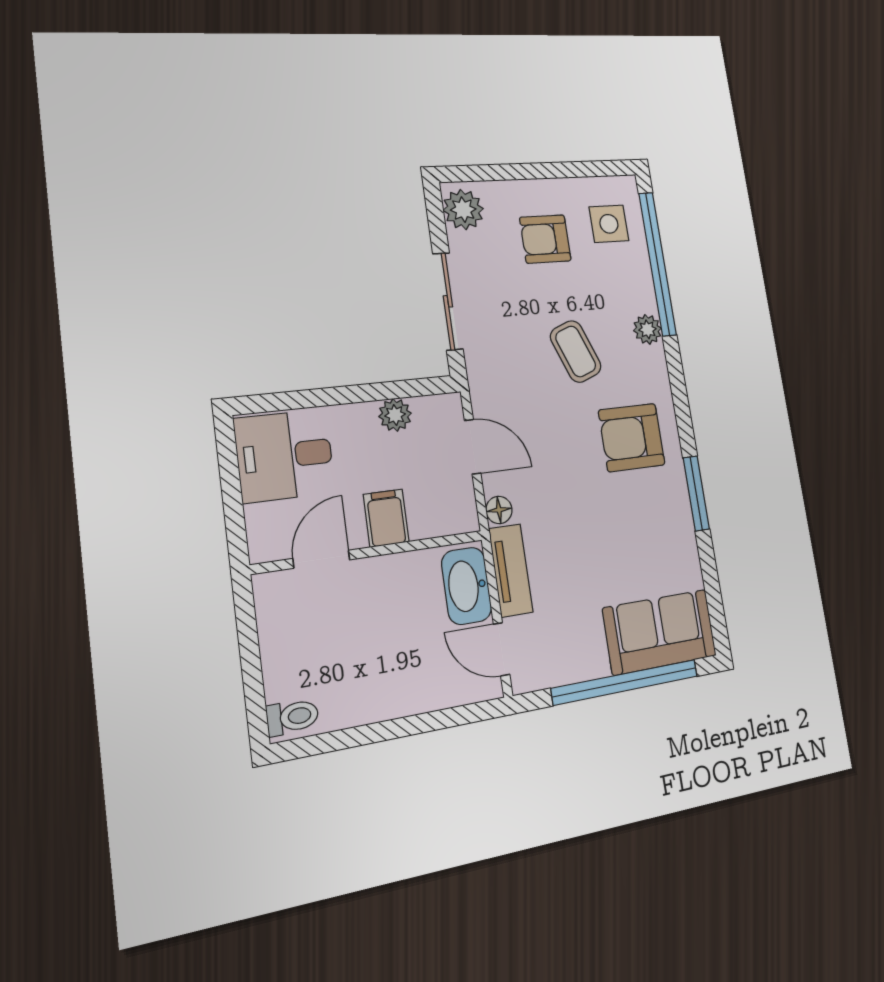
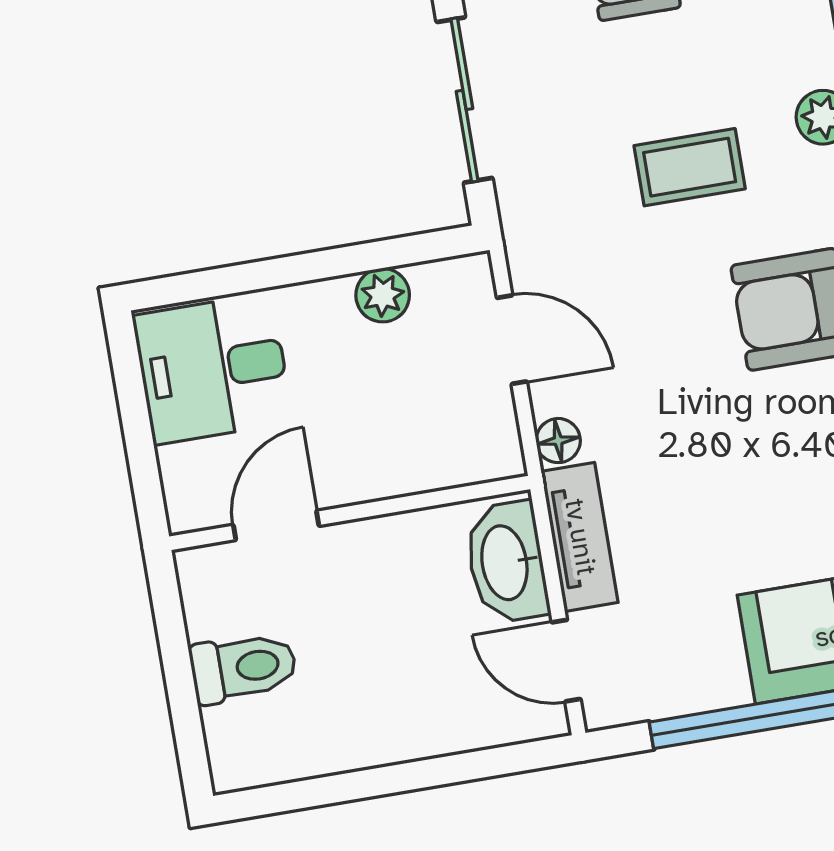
coffee table: (576, 351) -> (690, 167), turned -69
filing cabinet: (386, 518) -> (374, 460), removed
toilet: (293, 717) -> (243, 668), moved, width x1.37, depth x1.39

